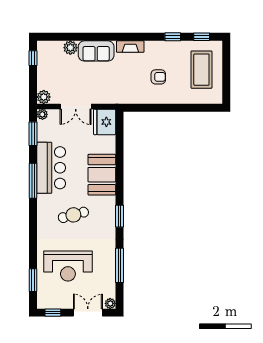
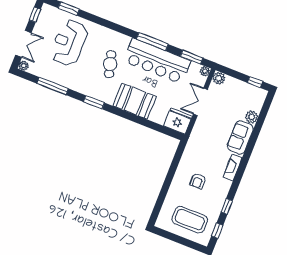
bar counter: (51, 168) -> (157, 61), width x1.36

